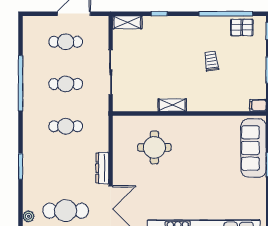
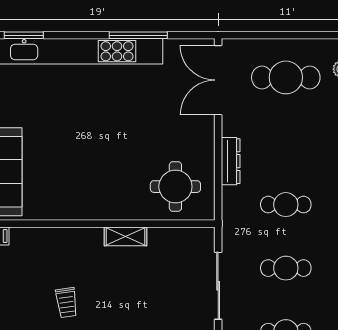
round table: (154, 147) -> (175, 187), moved
dresser: (102, 168) -> (231, 161), moved

